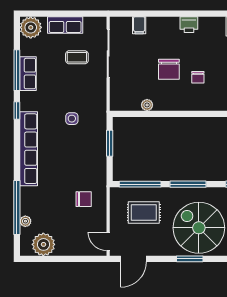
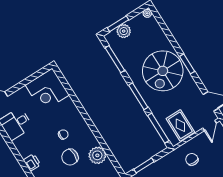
chair: (169, 69) -> (70, 157), turned 180
plant: (147, 105) -> (97, 155), width x1.88, depth x1.88
rug: (144, 213) -> (180, 125), moved

